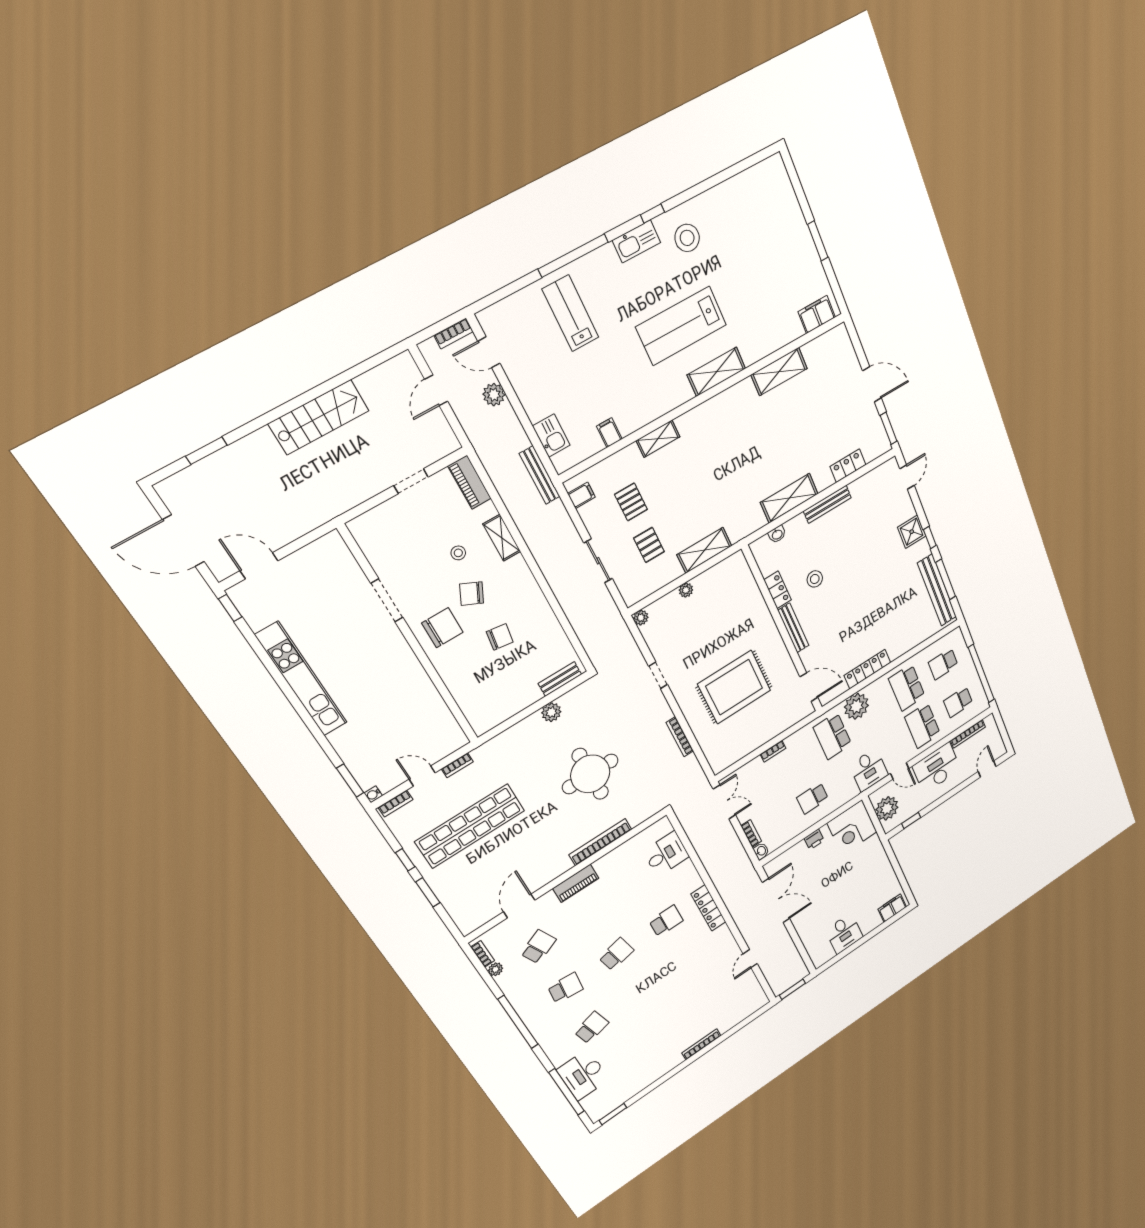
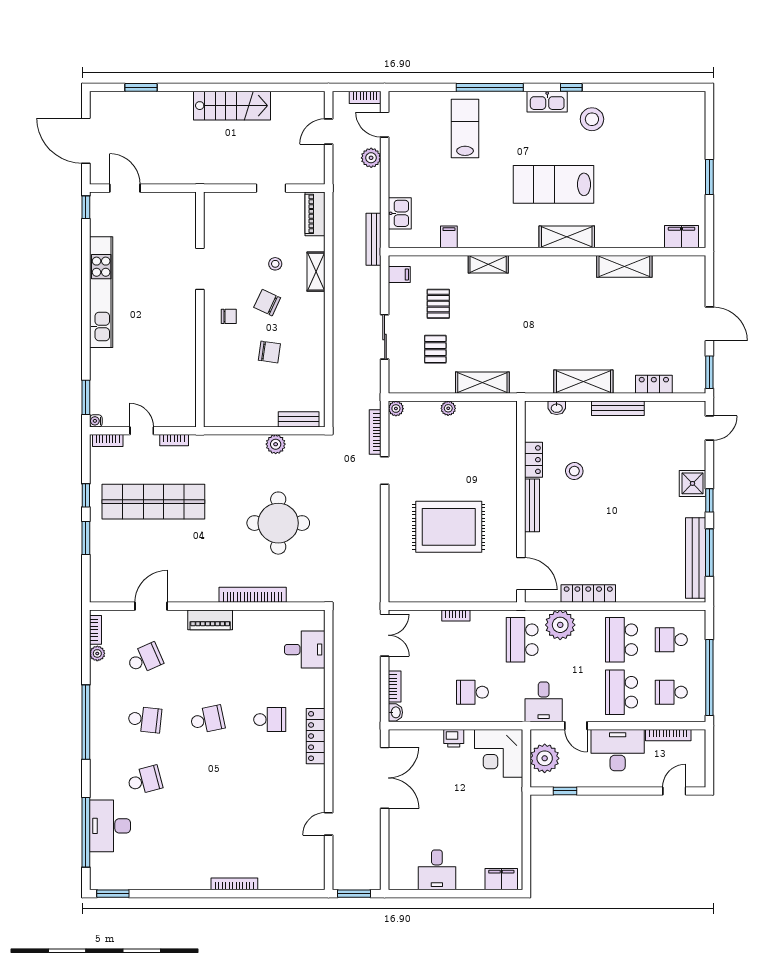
chair: (442, 628) -> (229, 316), width x0.54, depth x0.54
bookcase: (680, 737) -> (375, 432), moved

